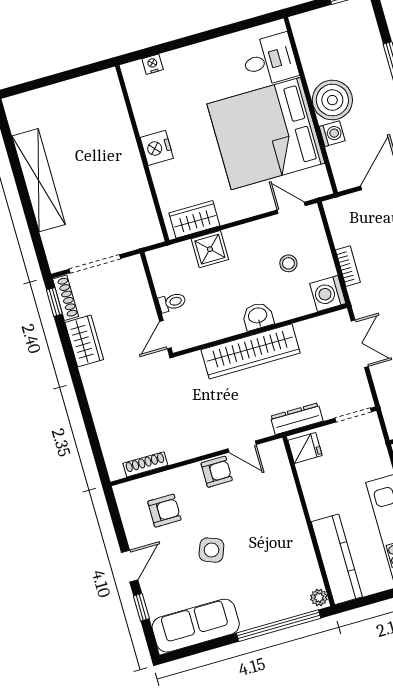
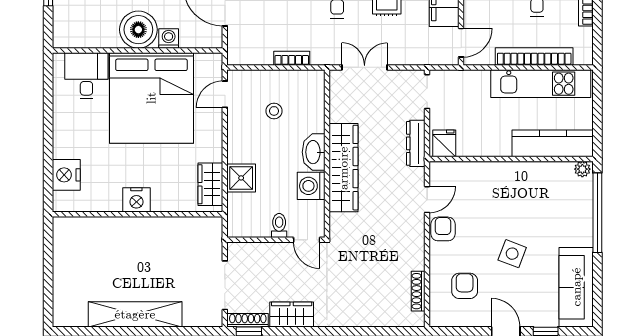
nightstand: (153, 64) -> (66, 175), width x1.89, depth x1.79
washing machine: (328, 293) -> (311, 186), moved, turned 90
washbasin: (258, 316) -> (314, 152), width x1.38

